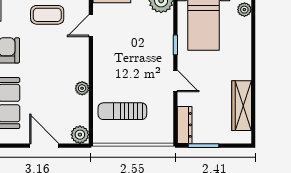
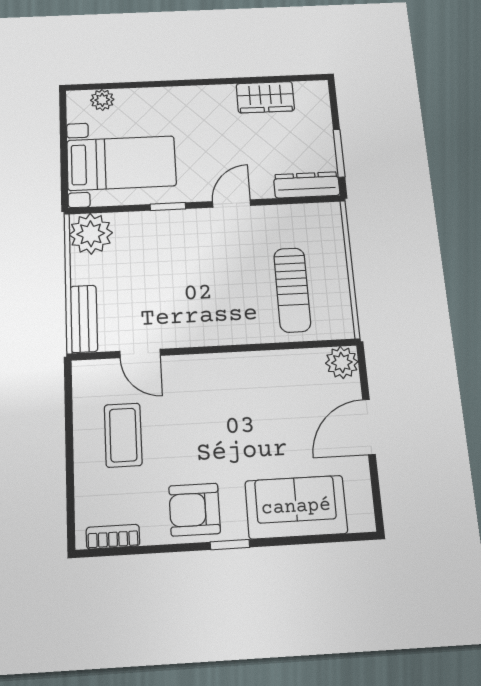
plant: (82, 88) -> (256, 363), removed
wardrobe: (242, 106) -> (265, 97), width x0.67

